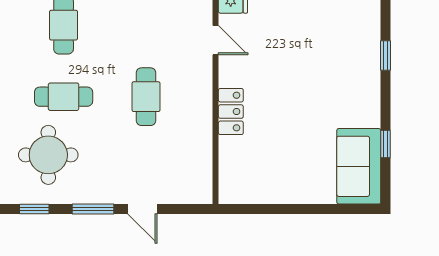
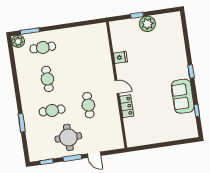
door: (216, 40) -> (117, 87), moved
round table: (48, 155) -> (68, 137), moved
sofa: (359, 166) -> (183, 96), moved

